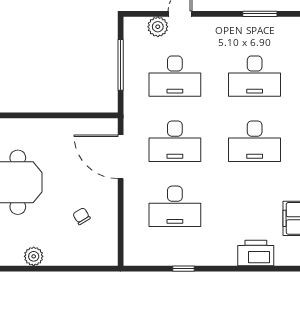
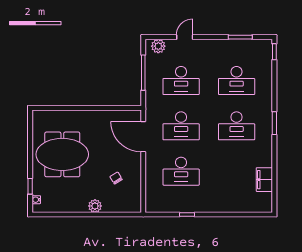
plant: (158, 27) -> (158, 46), moved
printer: (256, 253) -> (237, 204), removed
plant: (34, 256) -> (95, 206), moved

